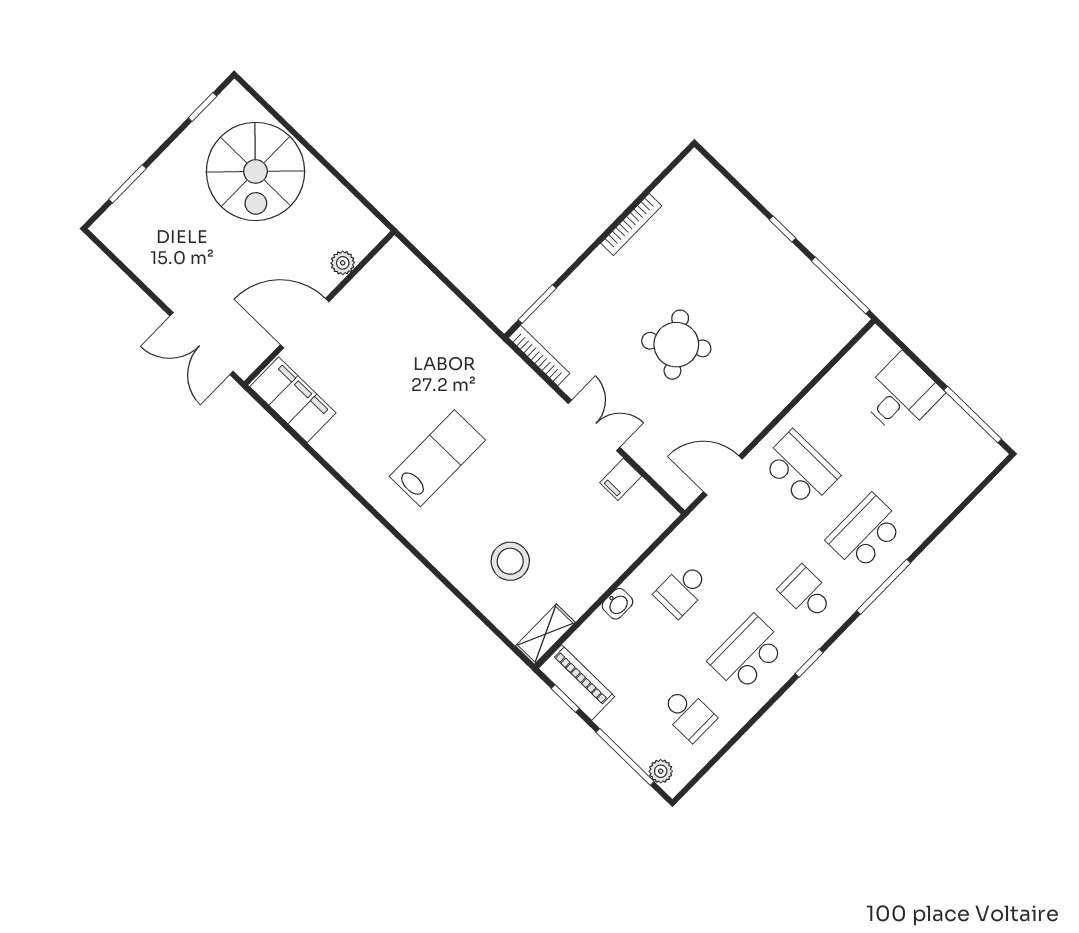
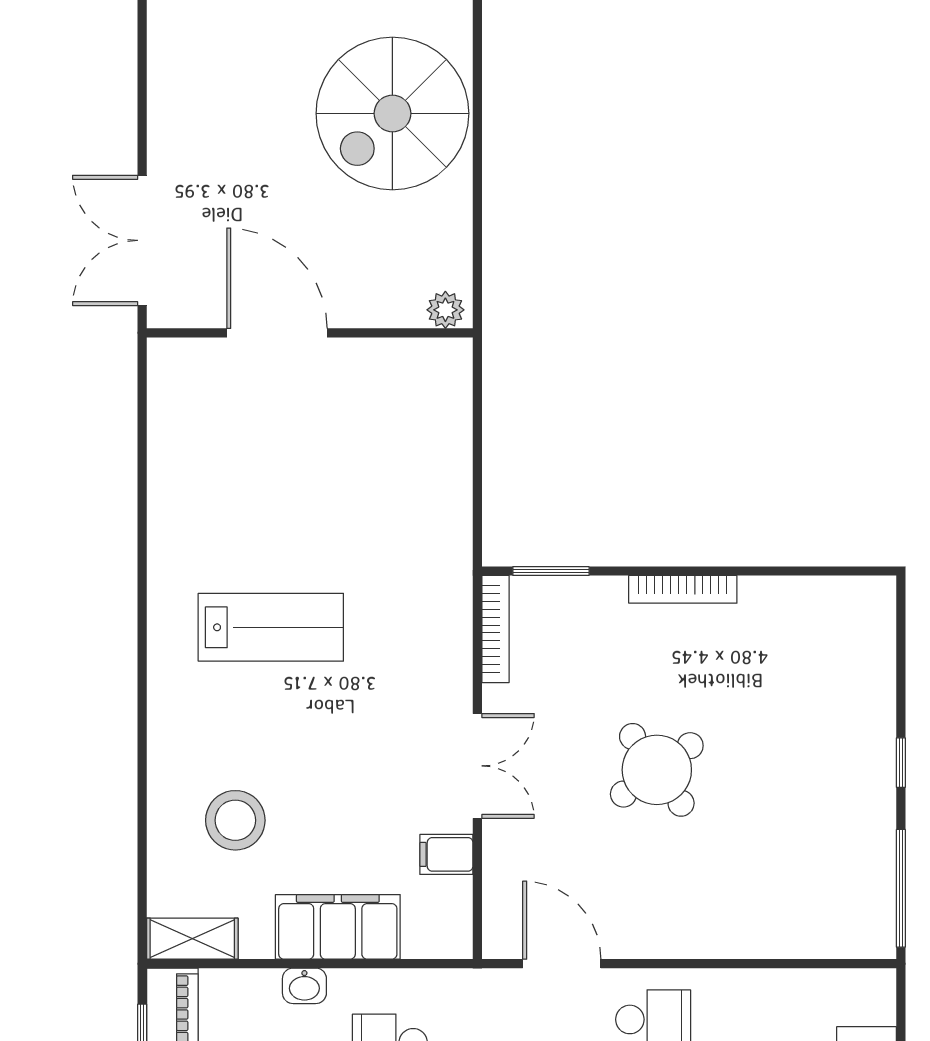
bookcase: (631, 224) -> (683, 589), moved
plant: (343, 263) -> (445, 310), moved
filing cabinet: (293, 400) -> (338, 927), moved, turned -90

